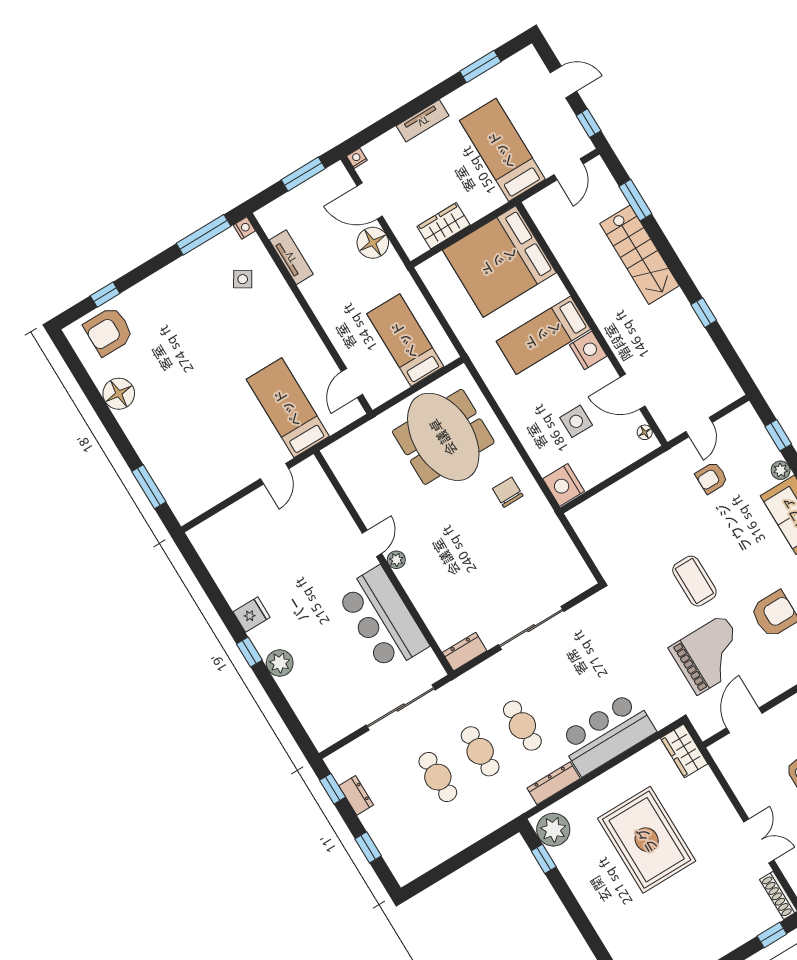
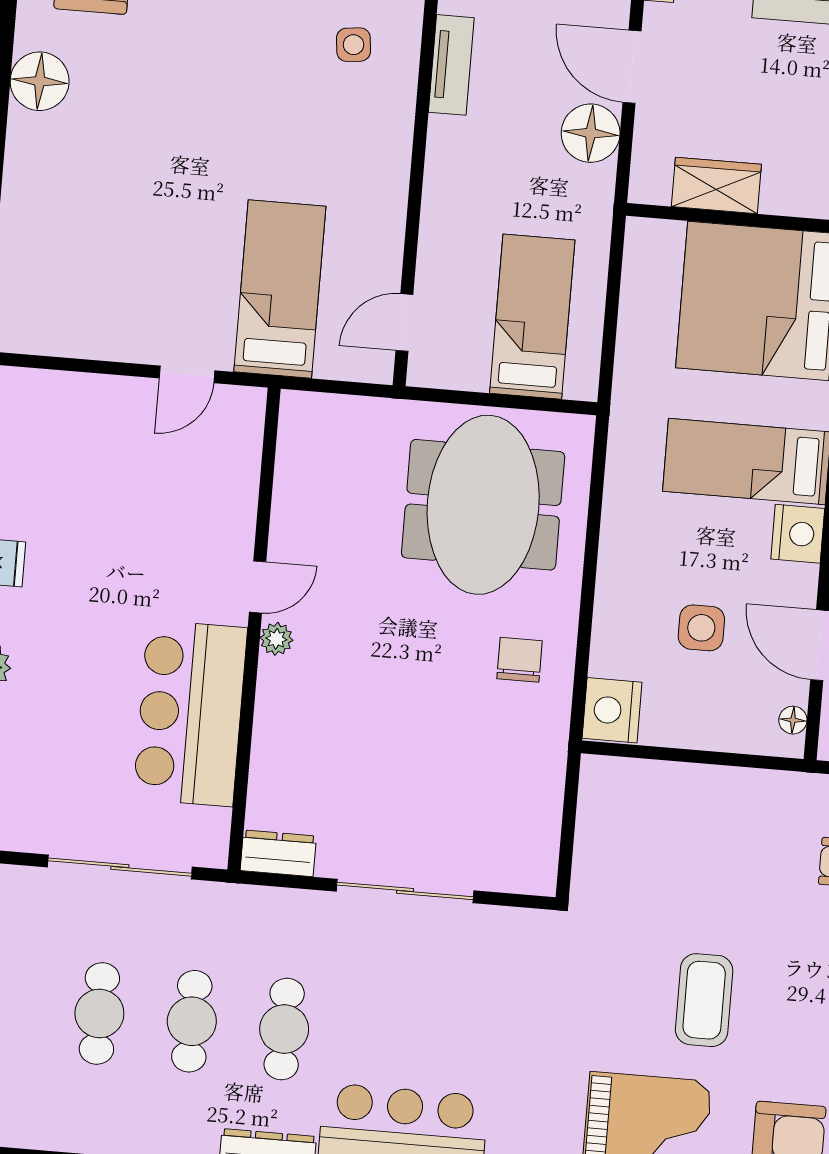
side table: (243, 279) -> (353, 45), turned -38

